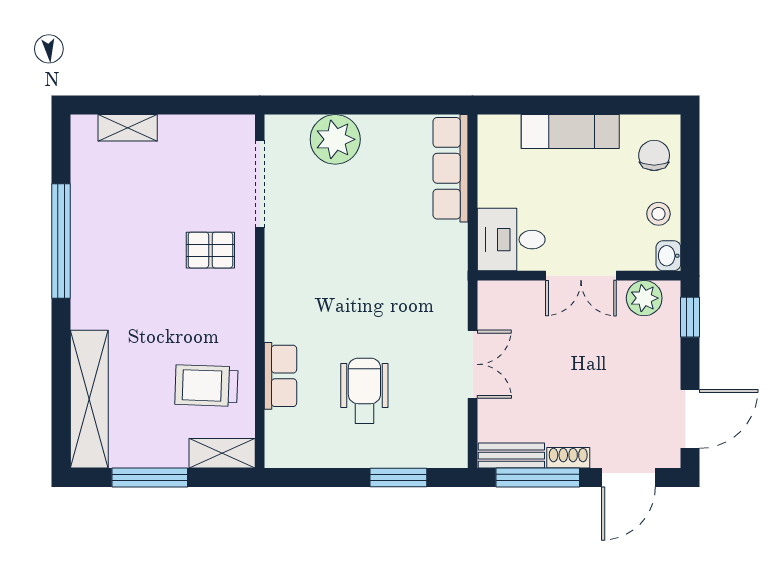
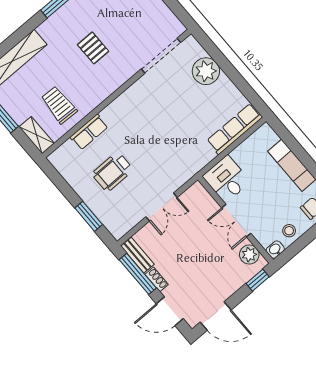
pallet: (210, 250) -> (93, 48), moved
wheelchair: (364, 391) -> (113, 172), turned 180

